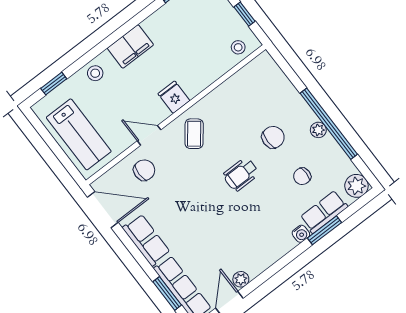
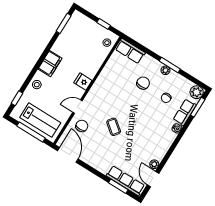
window: (329, 124) -> (170, 65), width x0.47
coffee table: (194, 134) -> (114, 127), moved
window: (56, 148) -> (31, 132), added
wheelchair: (241, 174) -> (134, 109), removed
door: (103, 210) -> (68, 155), hinge flipped
window: (325, 230) -> (198, 107), moved
row of seats: (146, 240) -> (130, 51), moved, turned 180

